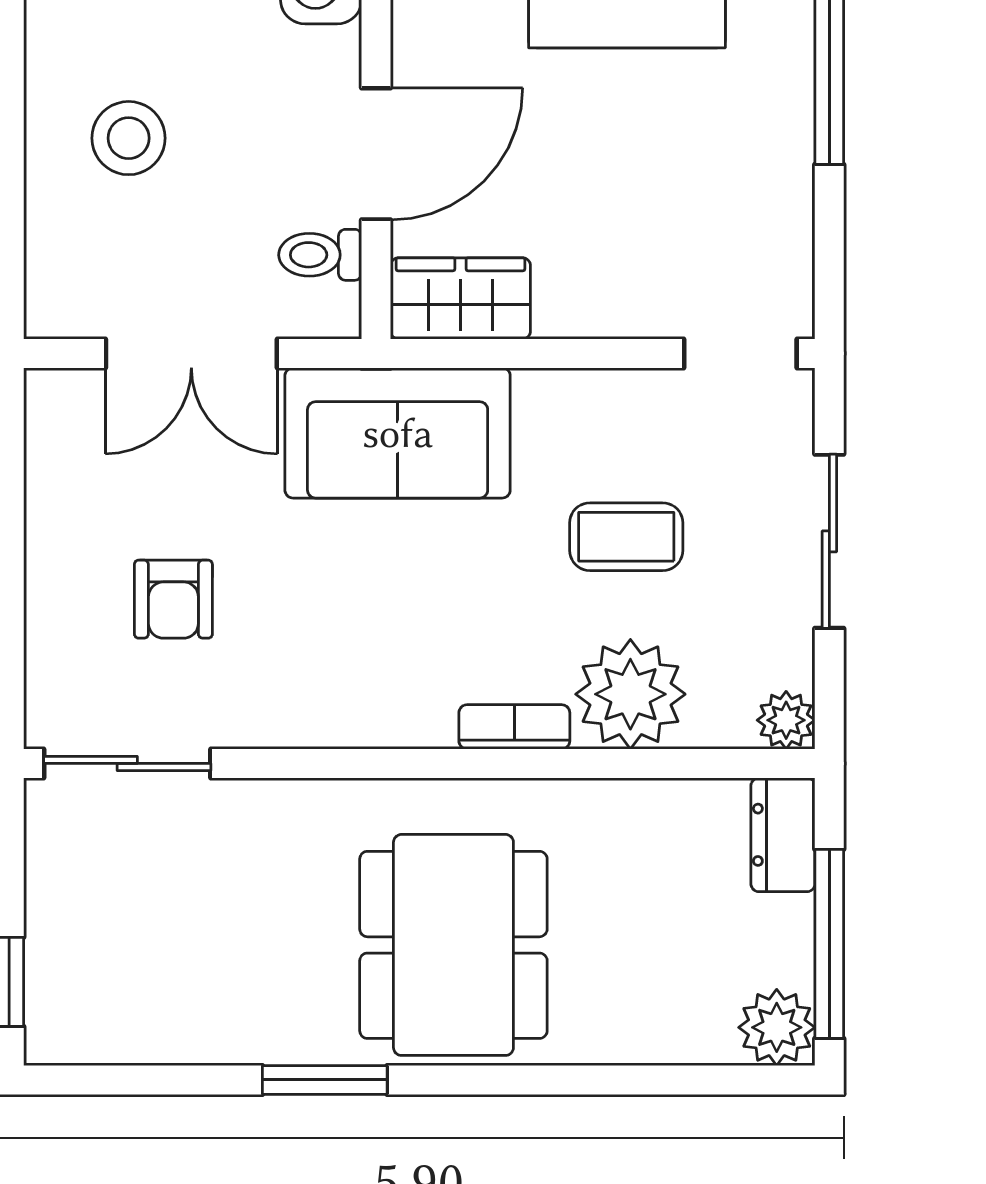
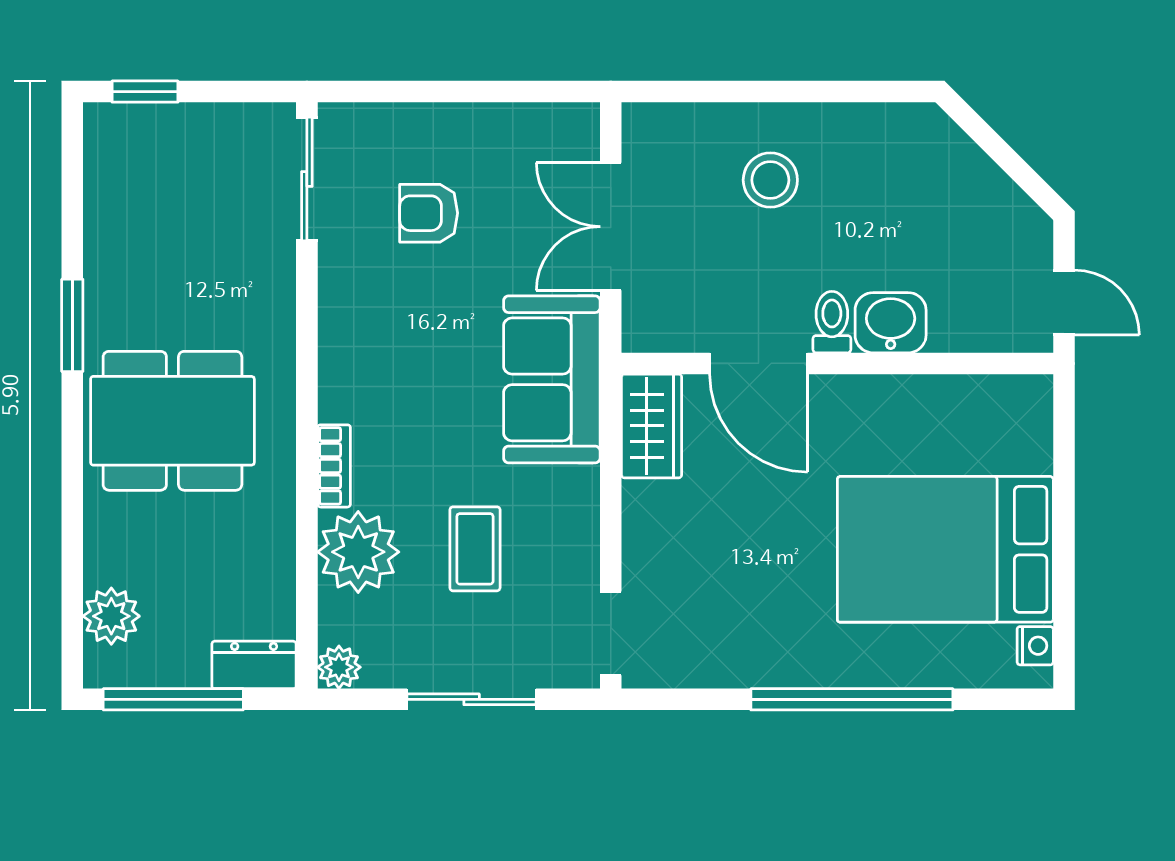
toilet: (320, 255) -> (832, 322), moved
plant: (777, 1027) -> (111, 616), moved

